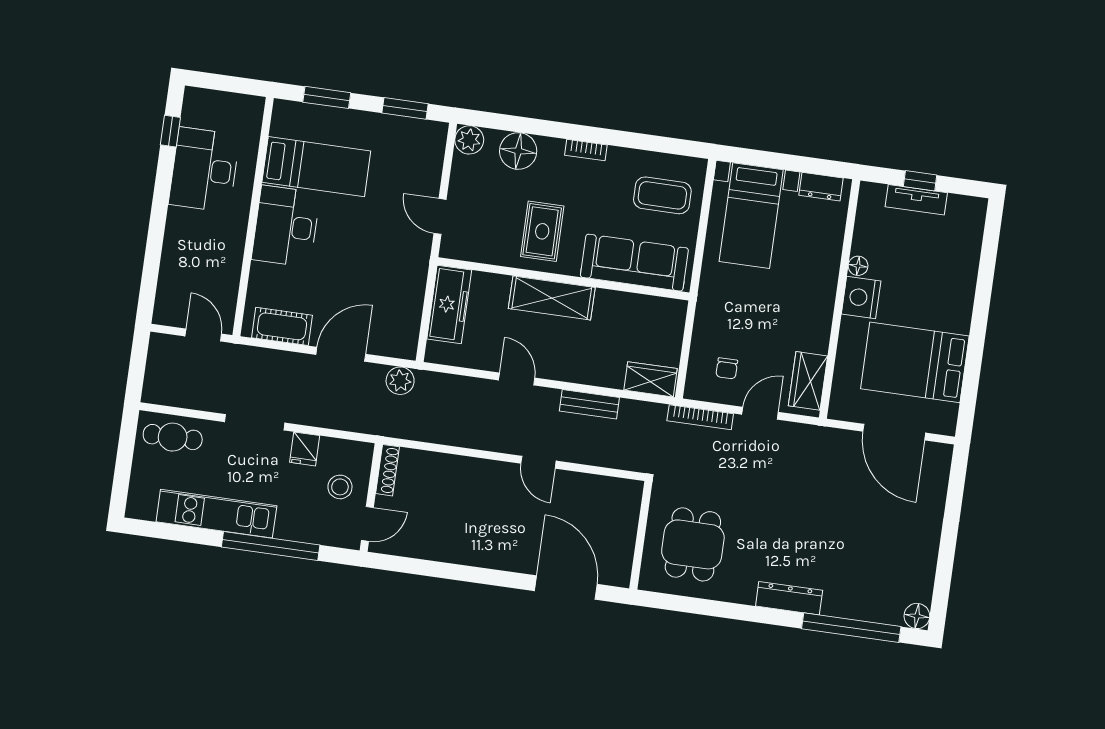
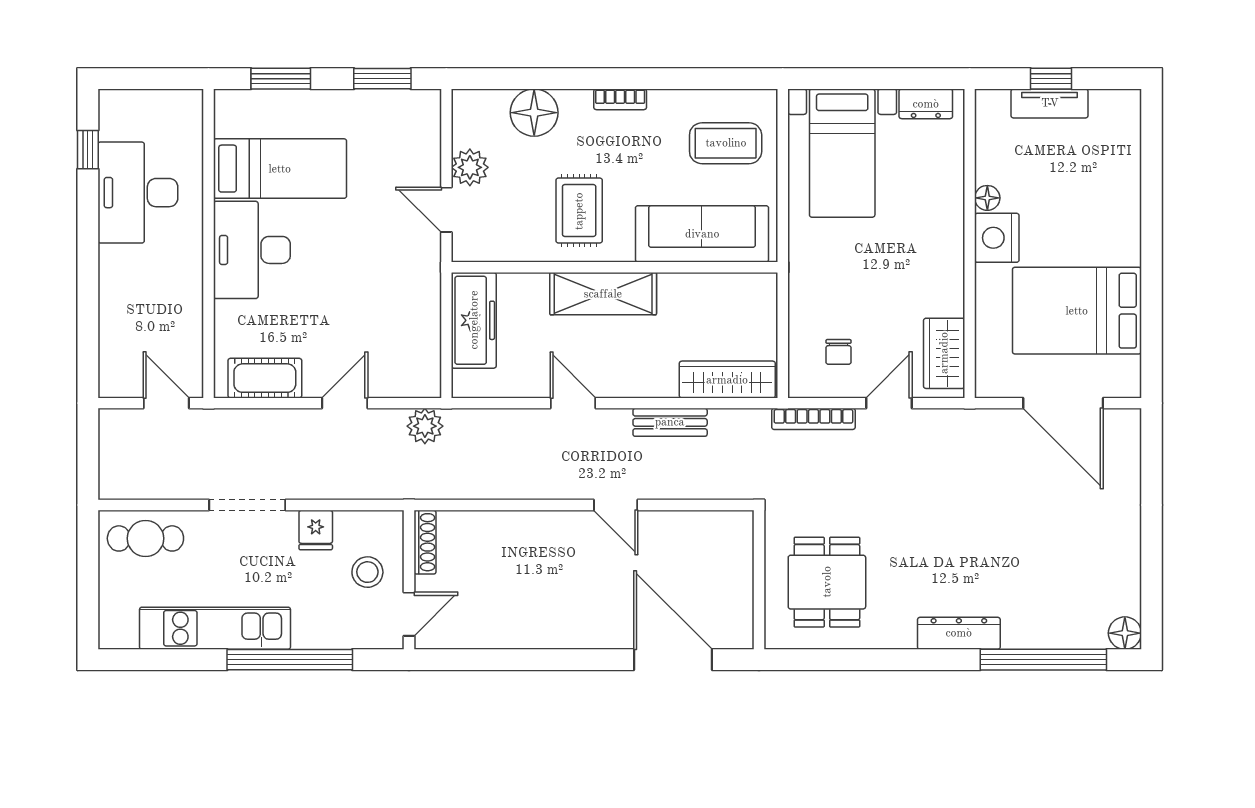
plant: (469, 140) -> (470, 167), moved
door: (341, 354) -> (345, 403), width x0.73
wardrobe: (650, 379) -> (727, 380), width x1.50

